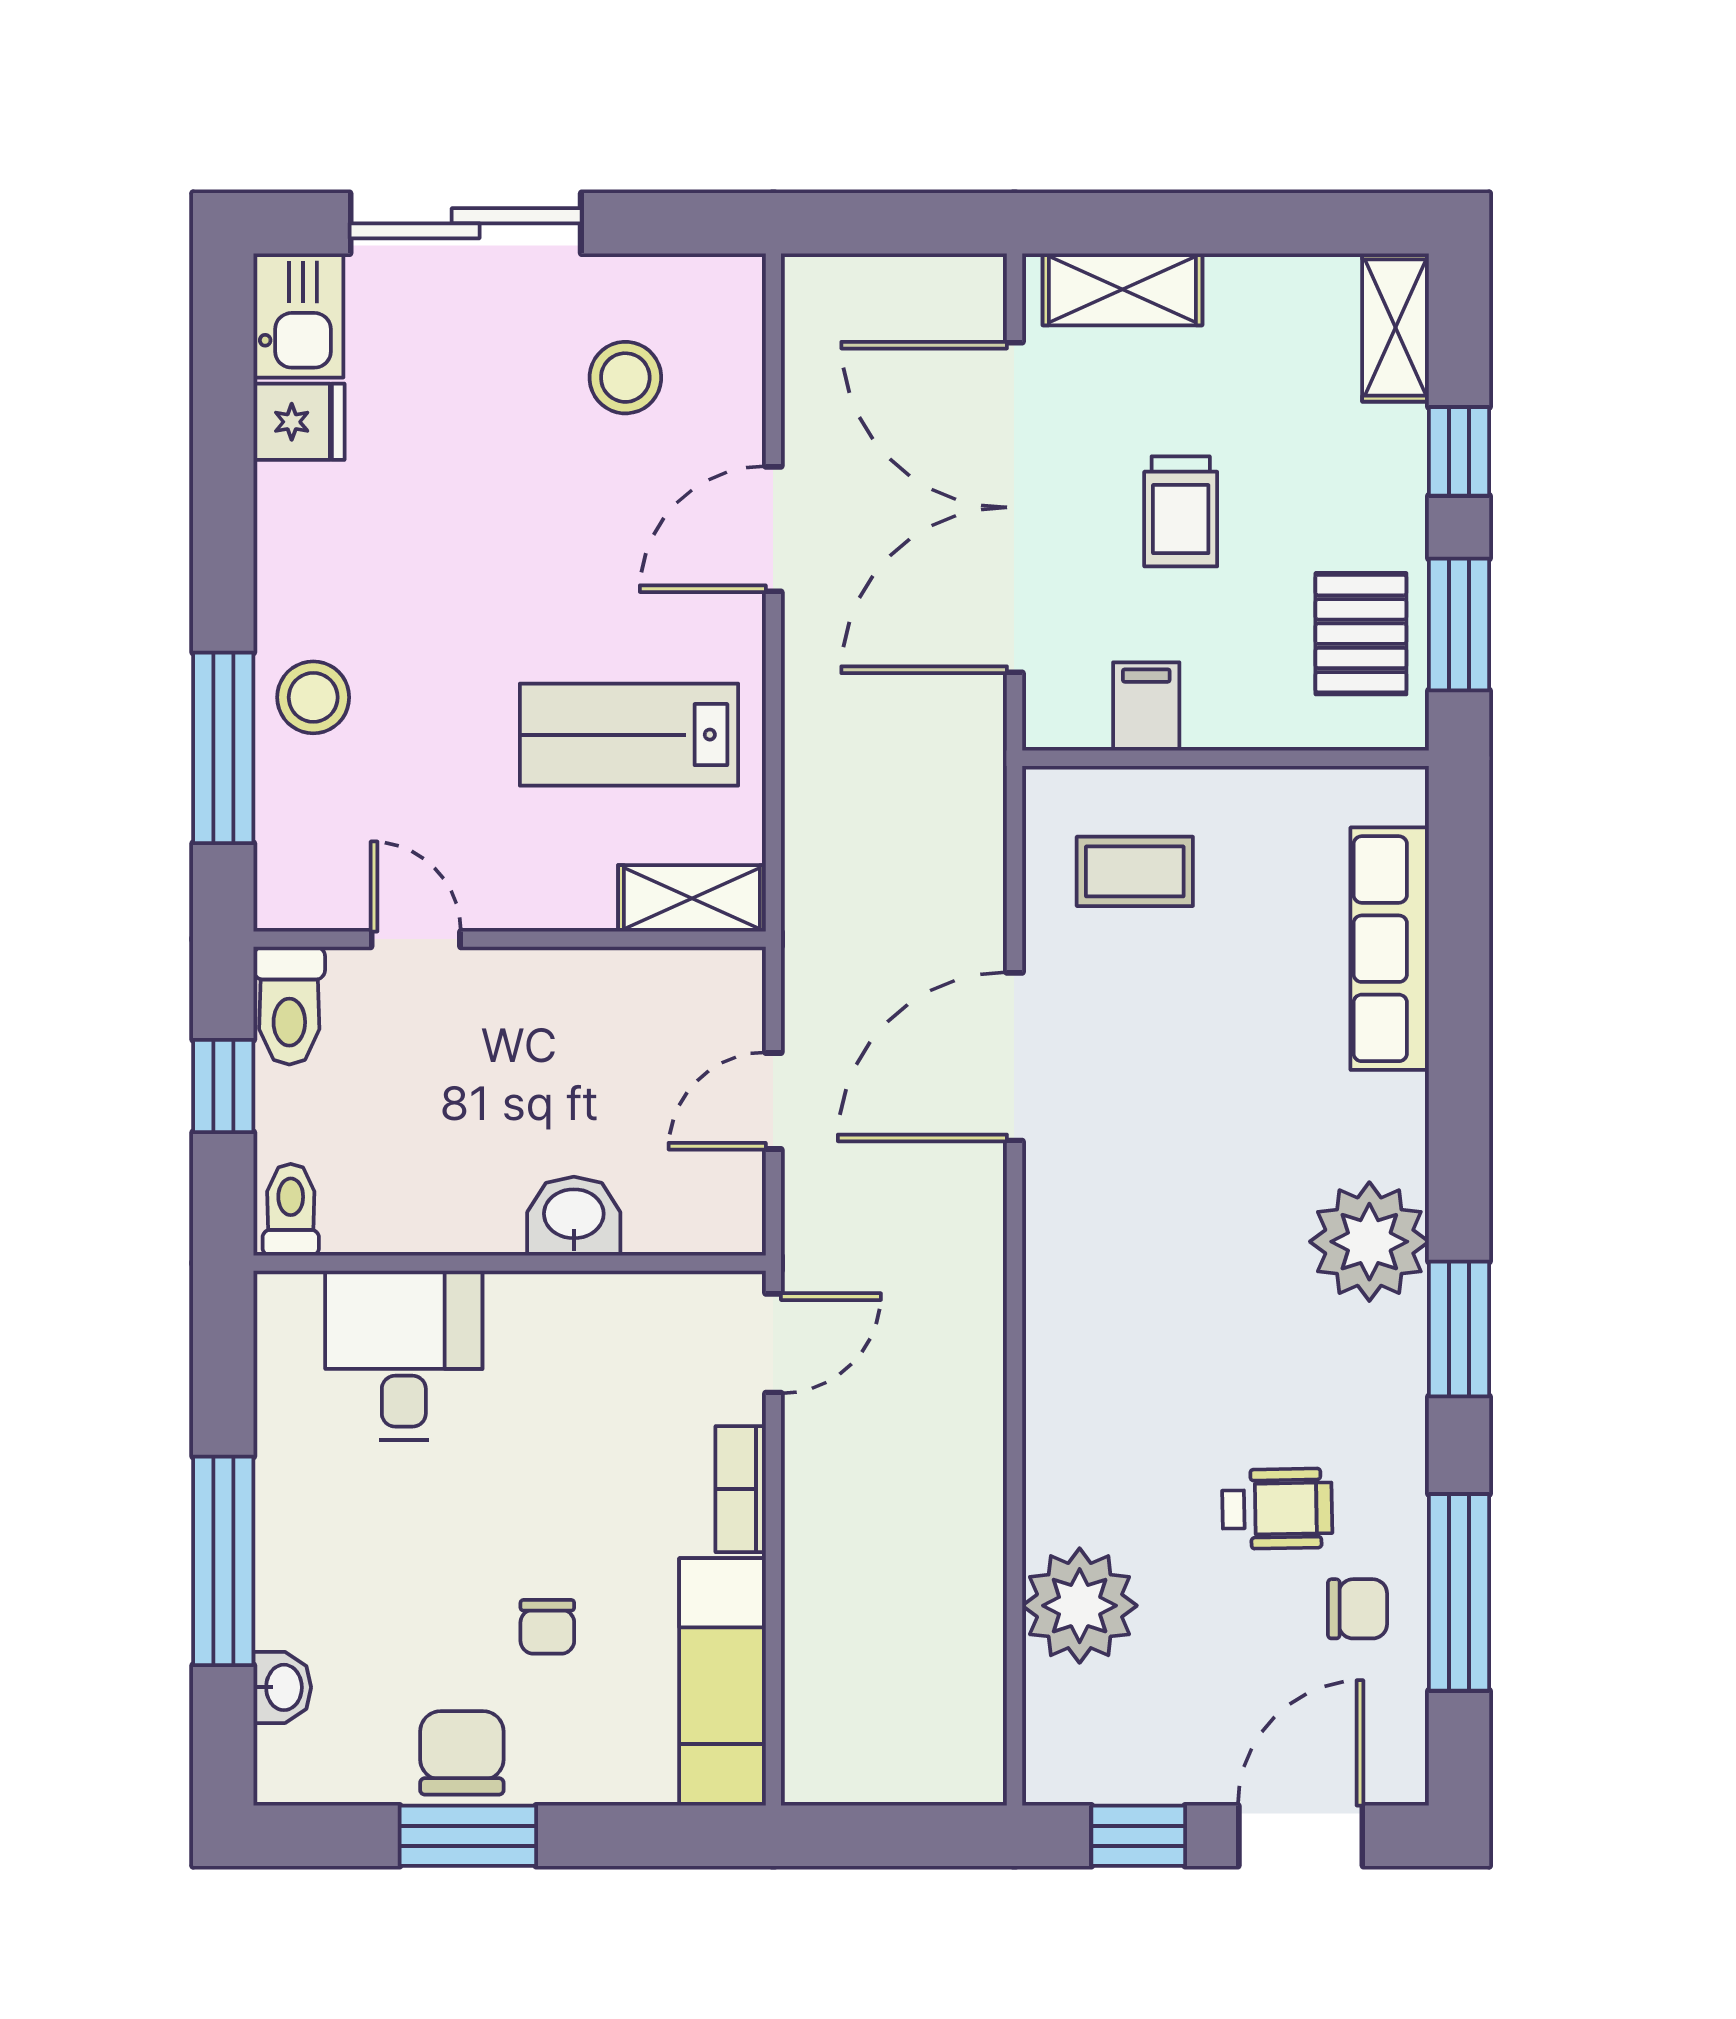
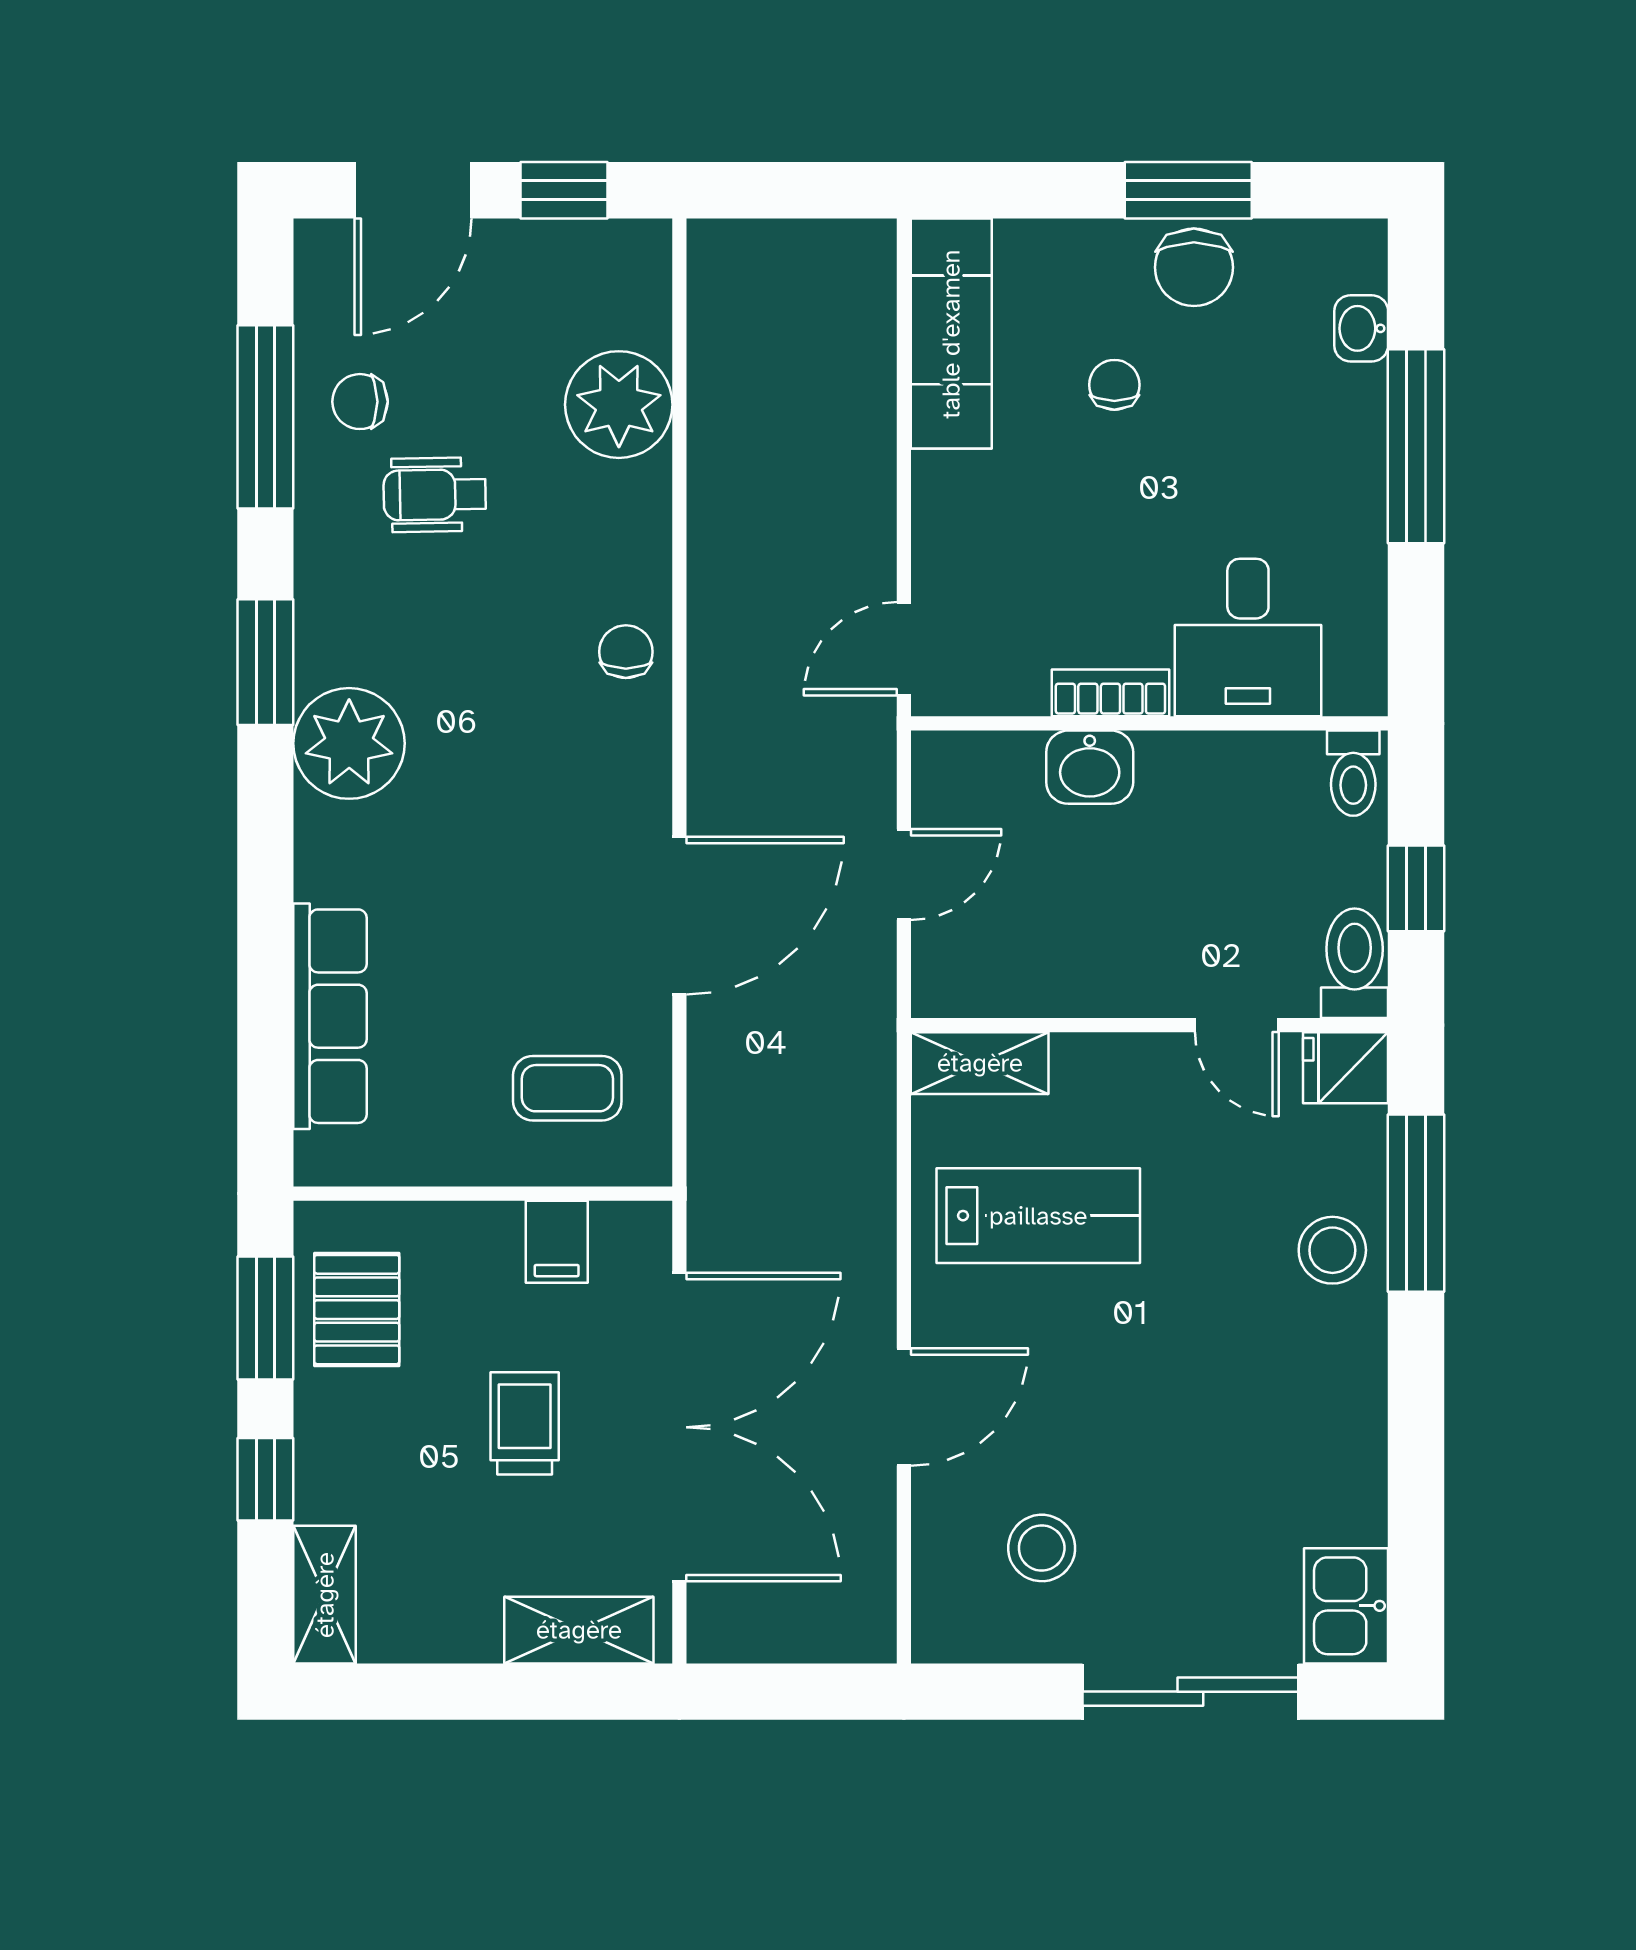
fridge: (299, 422) -> (1346, 1068), moved
chair: (1072, 1340) -> (626, 652), added
bookcase: (741, 1489) -> (1110, 693), moved, turned -90

